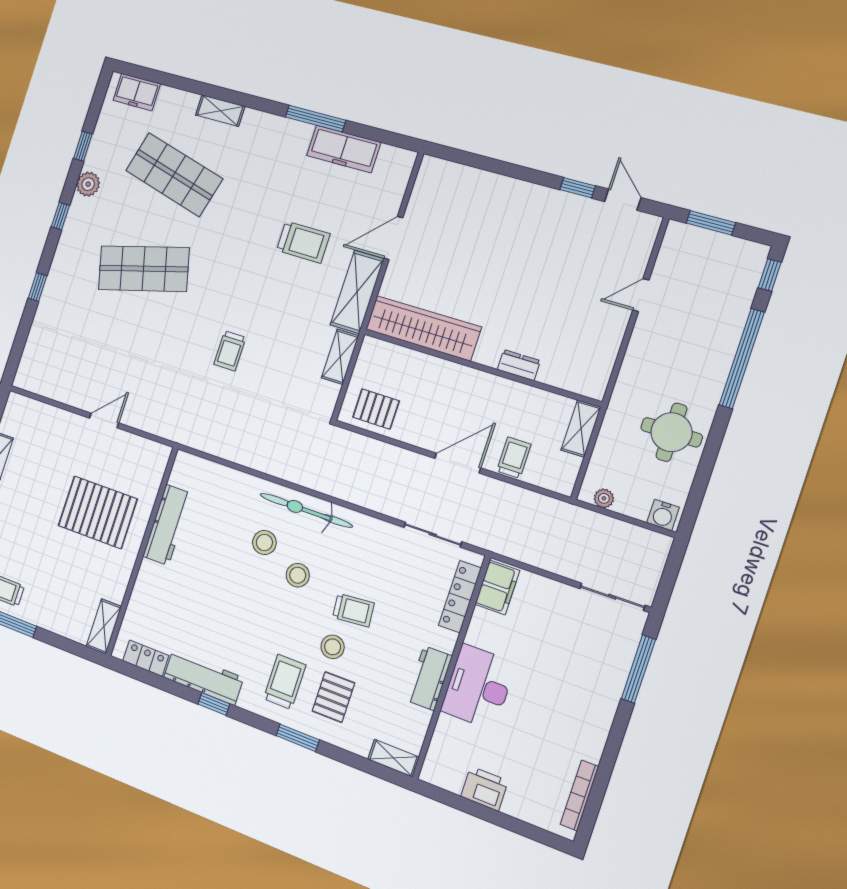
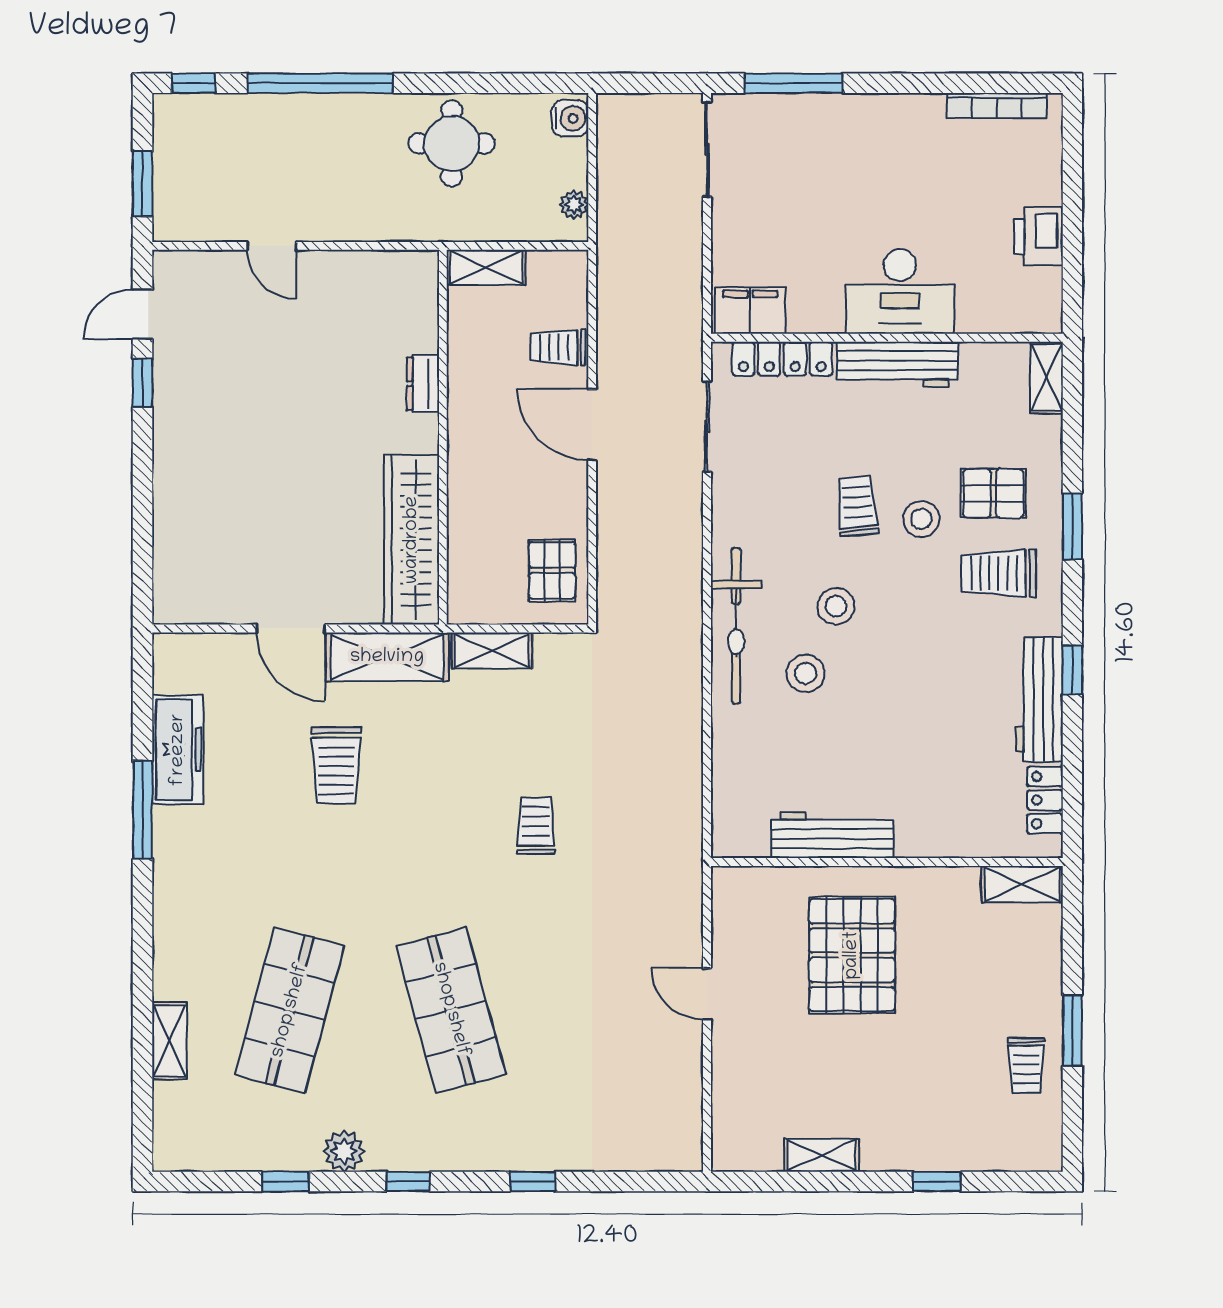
freezer: (137, 92) -> (176, 1119), removed
shelving: (220, 111) -> (169, 1041), moved
trolley: (303, 242) -> (336, 765), turned 180
trolley: (230, 351) -> (536, 826), turned -90
workbench: (429, 678) -> (897, 364), width x1.38

